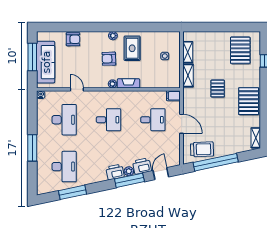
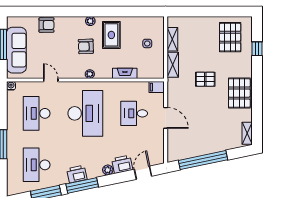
fireplace: (129, 83) -> (125, 73), moved
pallet: (218, 89) -> (205, 79), turned 90
desk: (64, 120) -> (37, 113), turned 180
desk: (108, 120) -> (85, 113), width x1.87, depth x1.30
desk: (153, 120) -> (134, 113), turned 180
trolley: (202, 149) -> (188, 146), removed
desk: (64, 167) -> (37, 165), turned 180
printer: (115, 172) -> (77, 174), moved
window: (129, 180) -> (82, 185), moved

